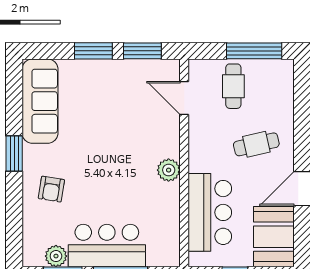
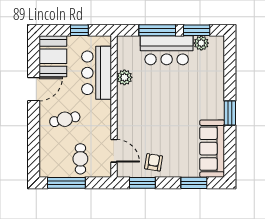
window: (93, 51) -> (194, 183), moved
plant: (169, 170) -> (124, 77), moved
armchair: (51, 189) -> (154, 162), moved

